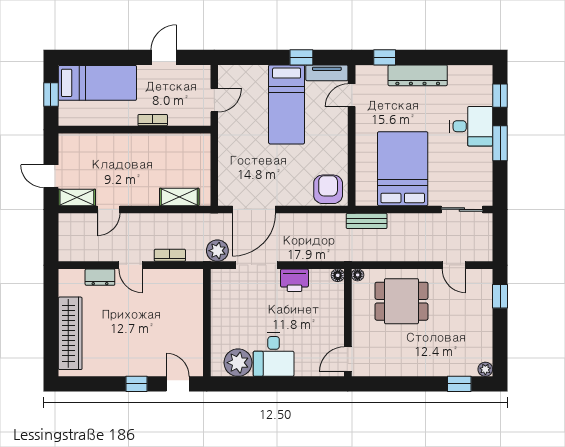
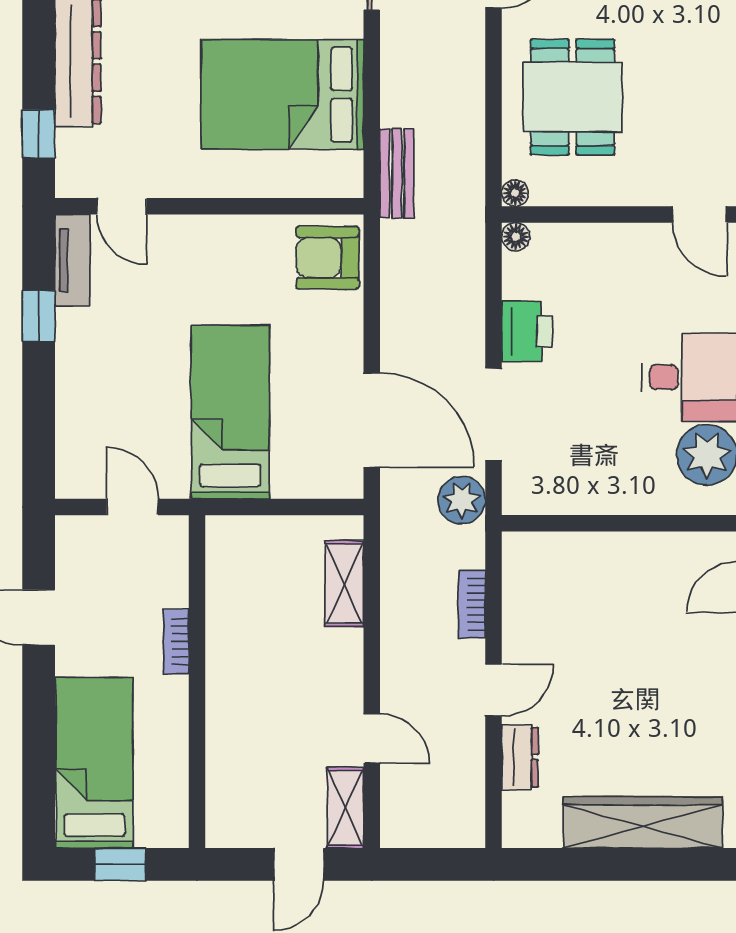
bed: (287, 104) -> (230, 412), moved, turned -90

